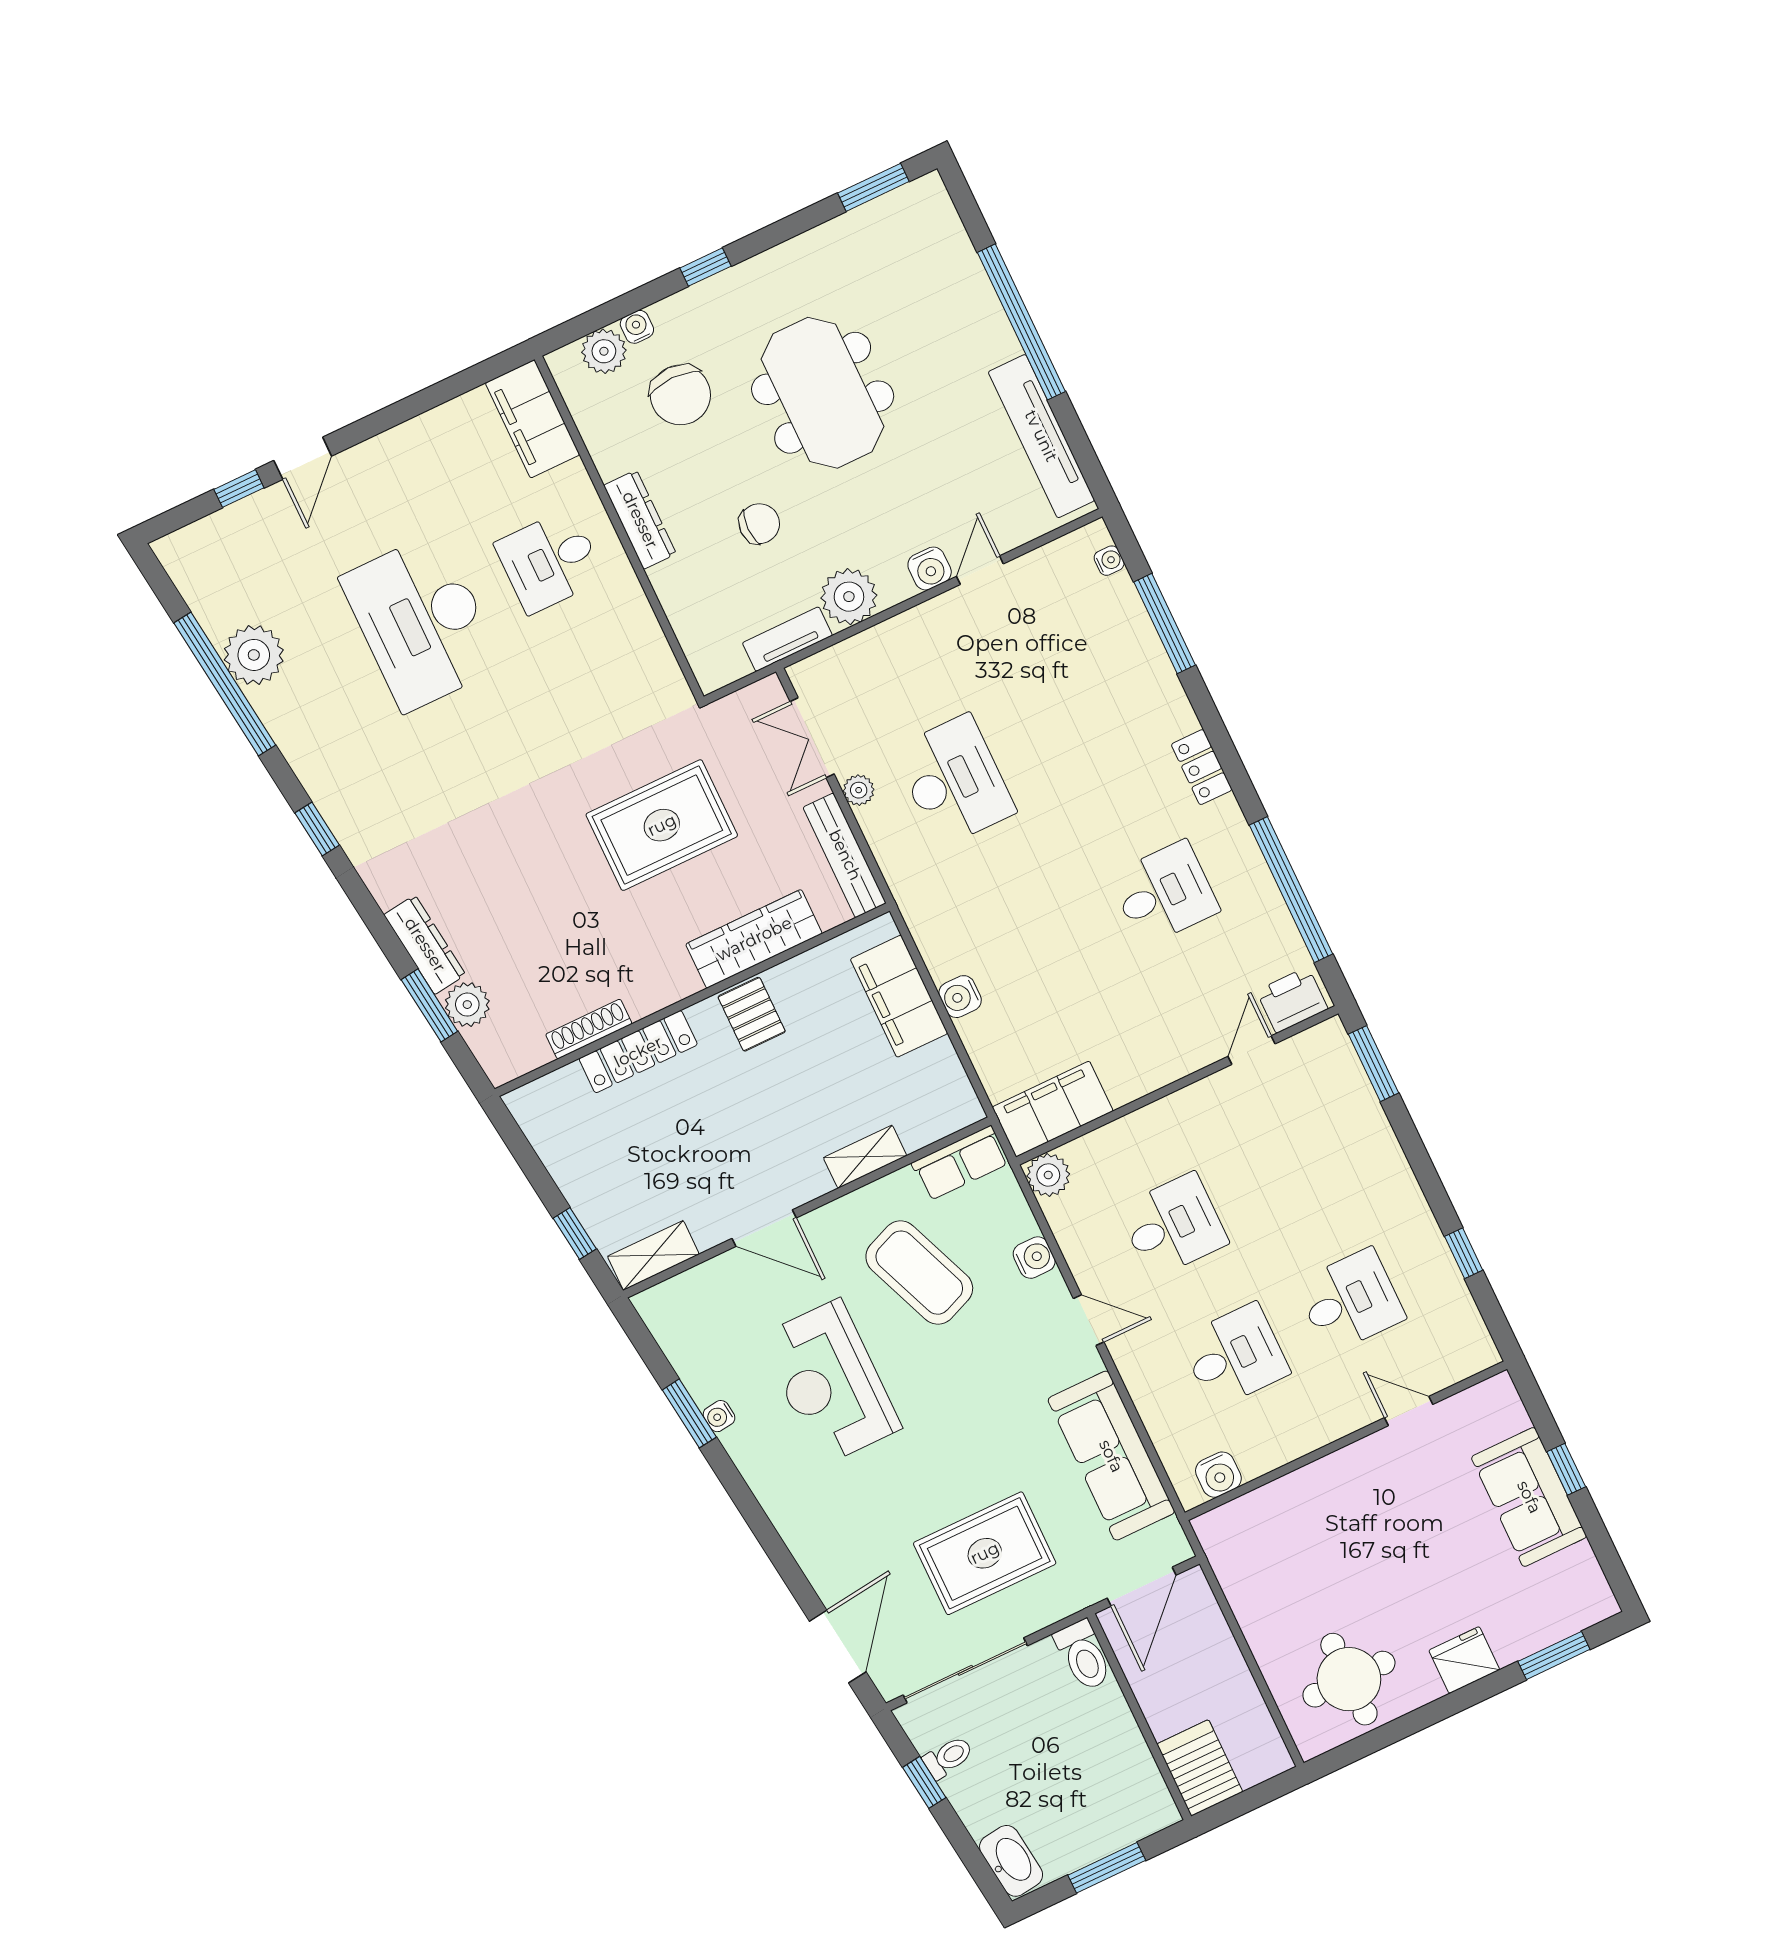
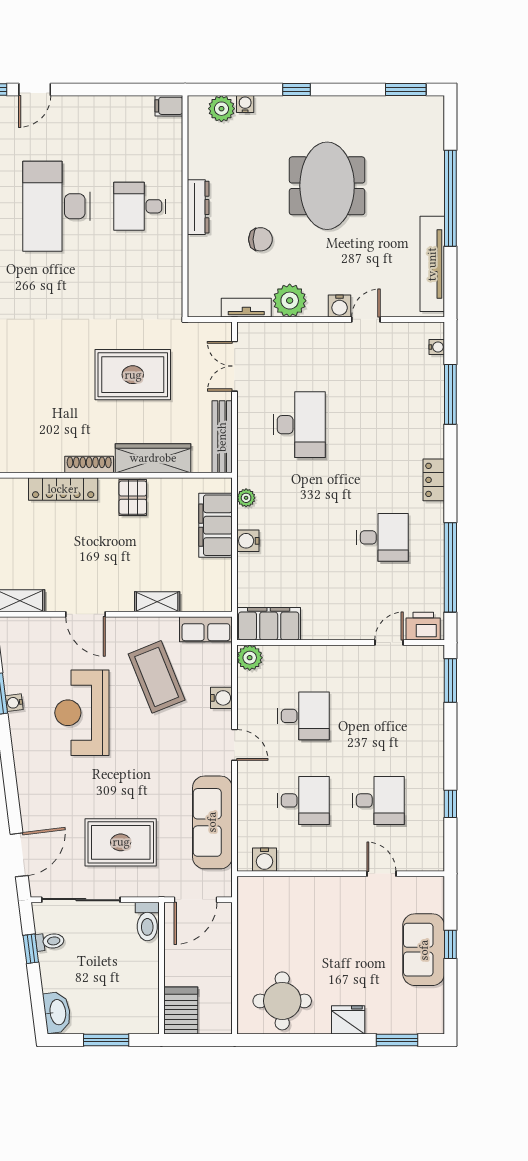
chair: (680, 395) -> (251, 151), removed
filing cabinet: (533, 419) -> (169, 106), width x0.33, depth x0.86
plant: (859, 790) -> (246, 498), moved
shoe rack: (589, 1029) -> (89, 465), moved

